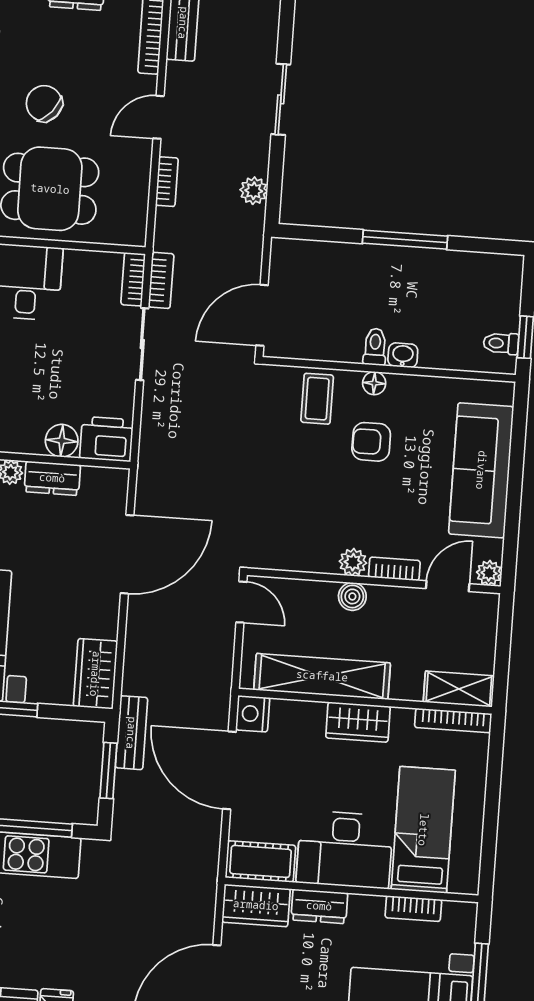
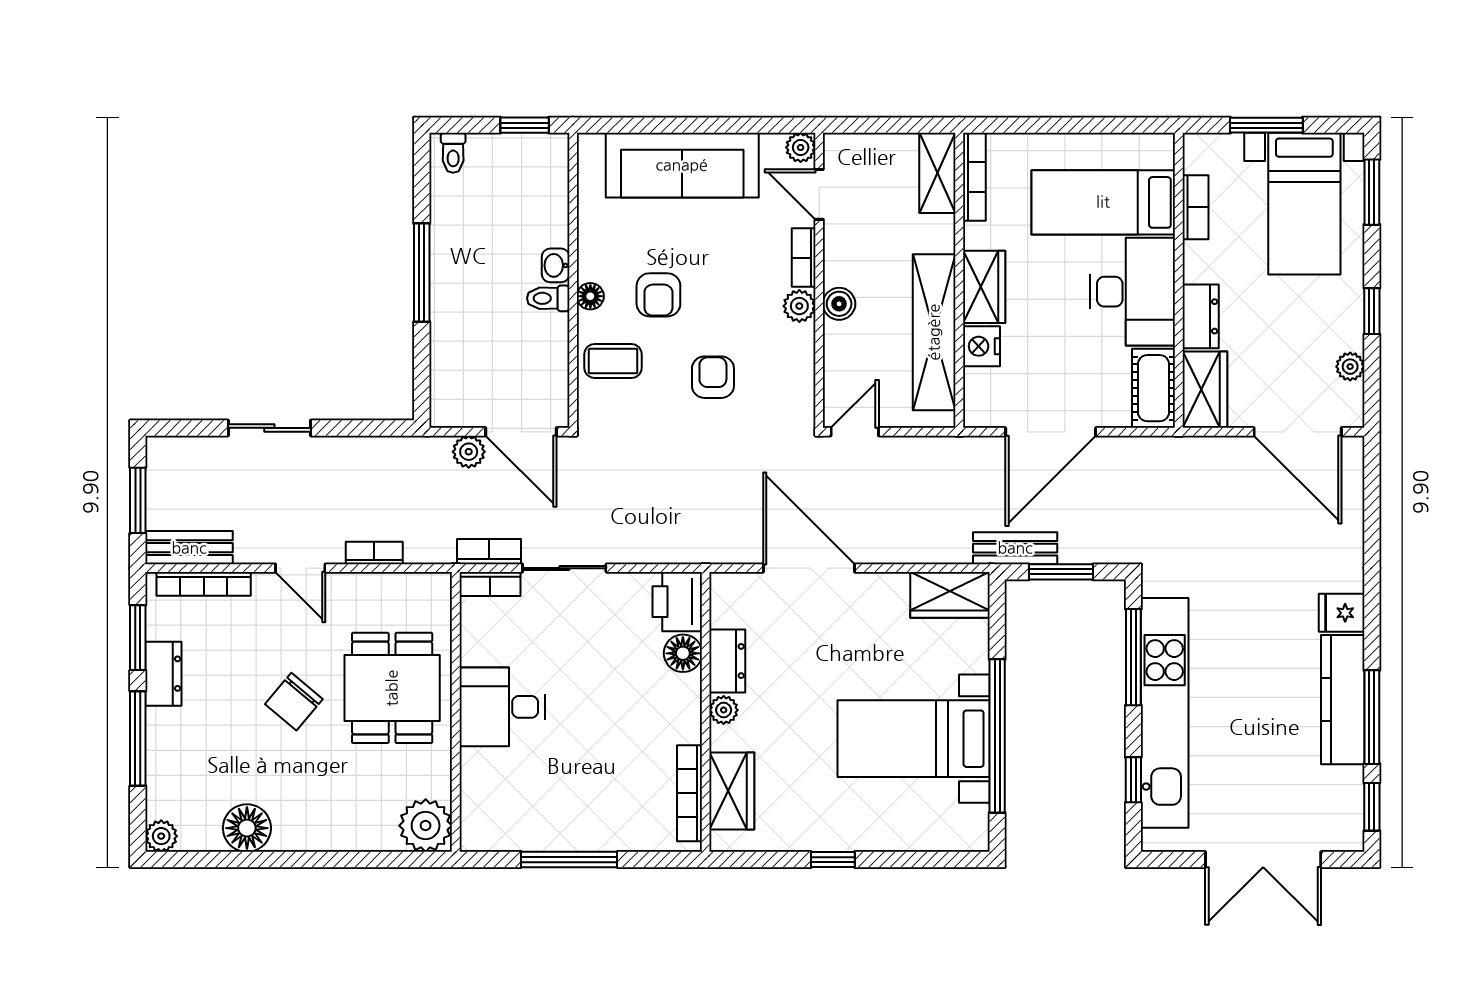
plant: (254, 191) -> (469, 452), moved
toilet: (501, 343) -> (453, 153), moved
armchair: (297, 484) -> (713, 377), added
nightstand: (253, 714) -> (981, 346), moved, turned 90

